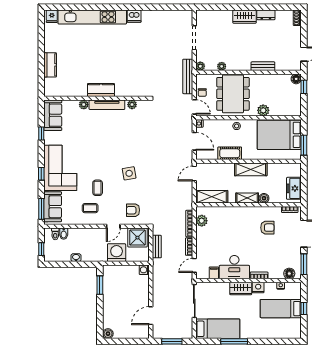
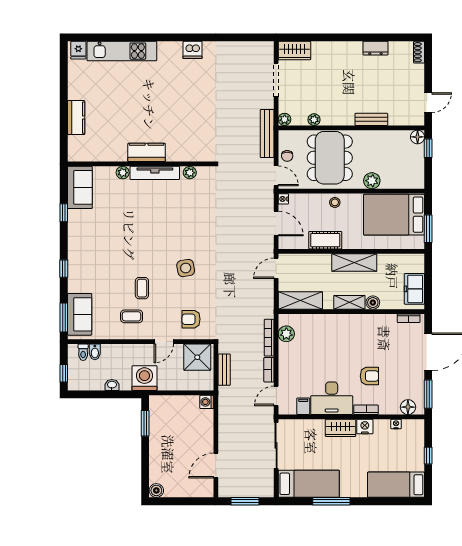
kitchen unit: (92, 17) -> (122, 51), width x0.73
wardrobe: (245, 17) -> (294, 51), moved
corner sofa: (60, 168) -> (90, 261), removed
armchair: (267, 228) -> (369, 376), moved
washing machine: (117, 253) -> (144, 378), moved
bed: (281, 309) -> (396, 485), moved

